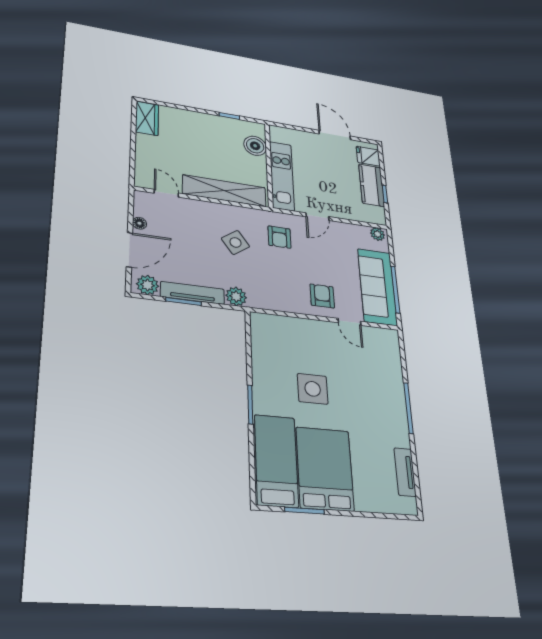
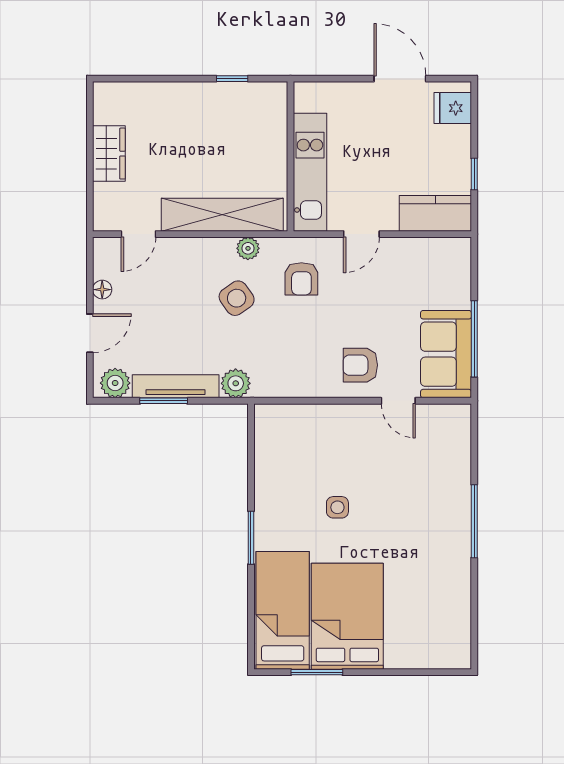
wardrobe: (147, 118) -> (109, 154), moved
boiler: (255, 146) -> (270, 126), removed
kitchen counter: (372, 185) -> (435, 213), moved, turned 90
door: (166, 193) -> (138, 234), swing flipped
plant: (377, 234) -> (248, 248), moved
door: (129, 250) -> (90, 333), width x0.73
sofa: (377, 287) -> (446, 354), width x0.73
armchair: (322, 296) -> (360, 365), turned -90
side table: (313, 389) -> (337, 507), width x0.54, depth x0.54
tv unit: (405, 472) -> (459, 612), removed

